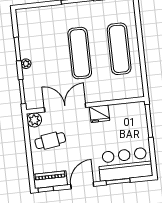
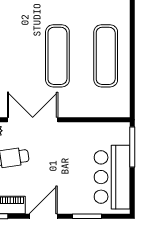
fridge: (100, 114) -> (73, 132), removed
bar counter: (125, 164) -> (112, 177), moved, turned -90

